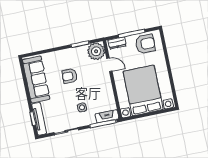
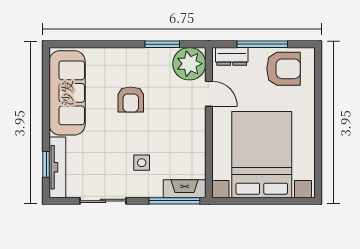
armchair: (70, 76) -> (131, 99), turned -90

